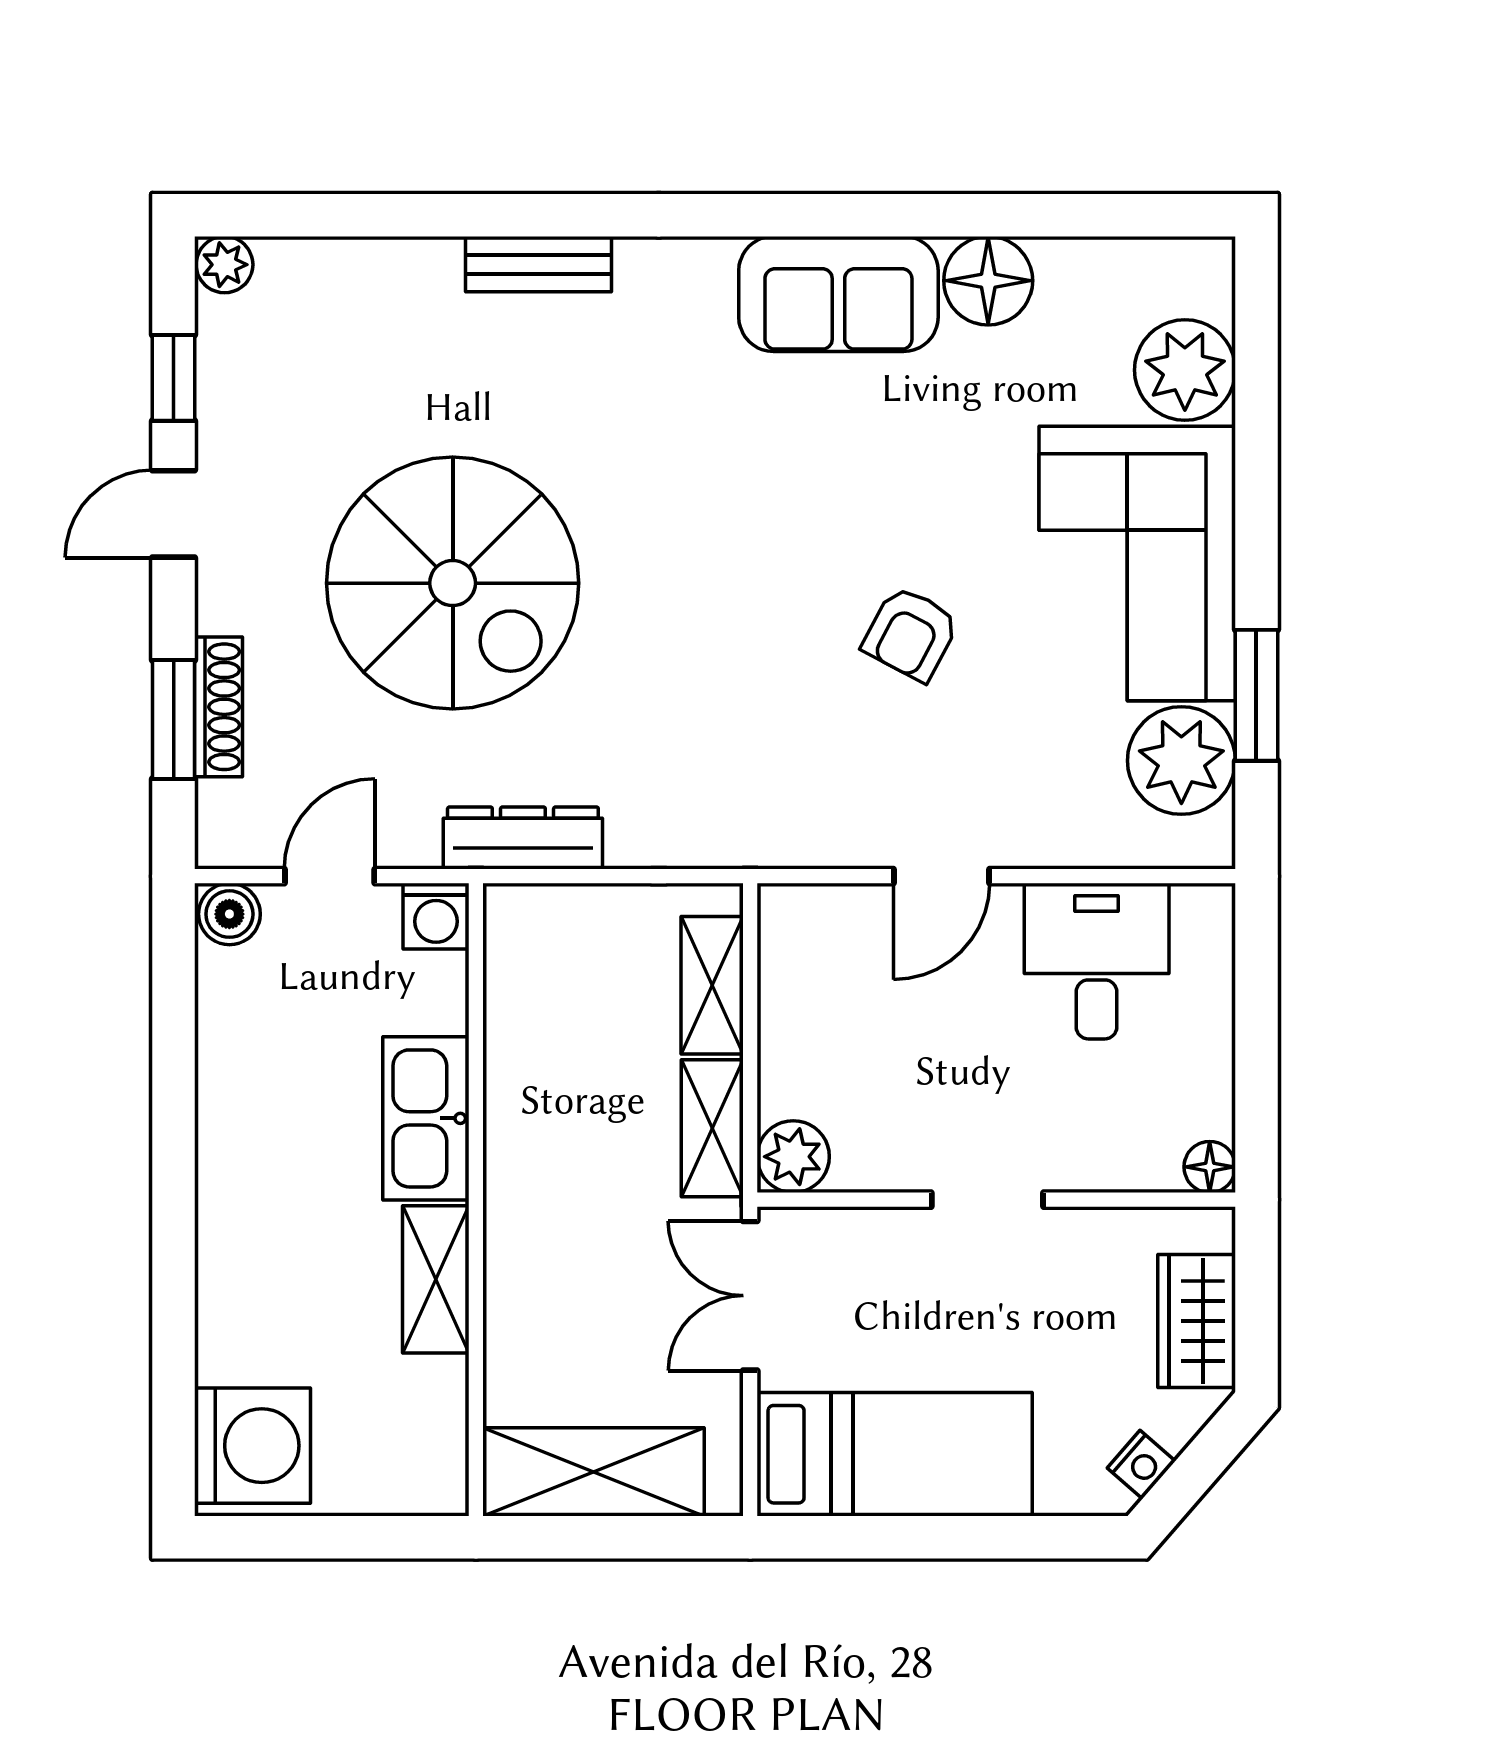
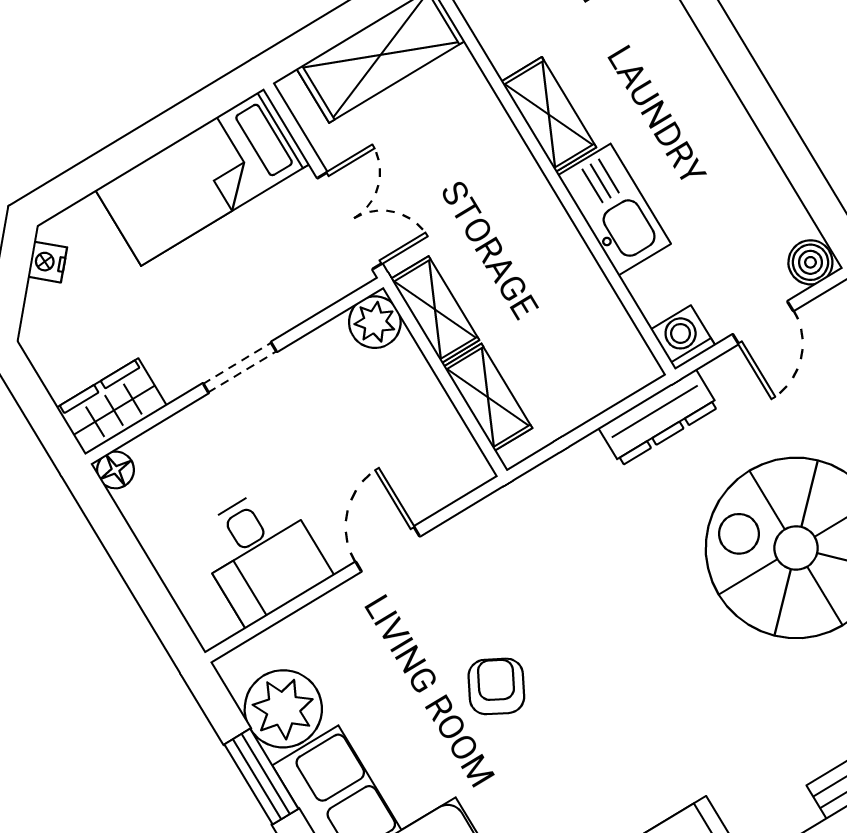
wardrobe: (1197, 1321) -> (112, 407), moved, turned -90

